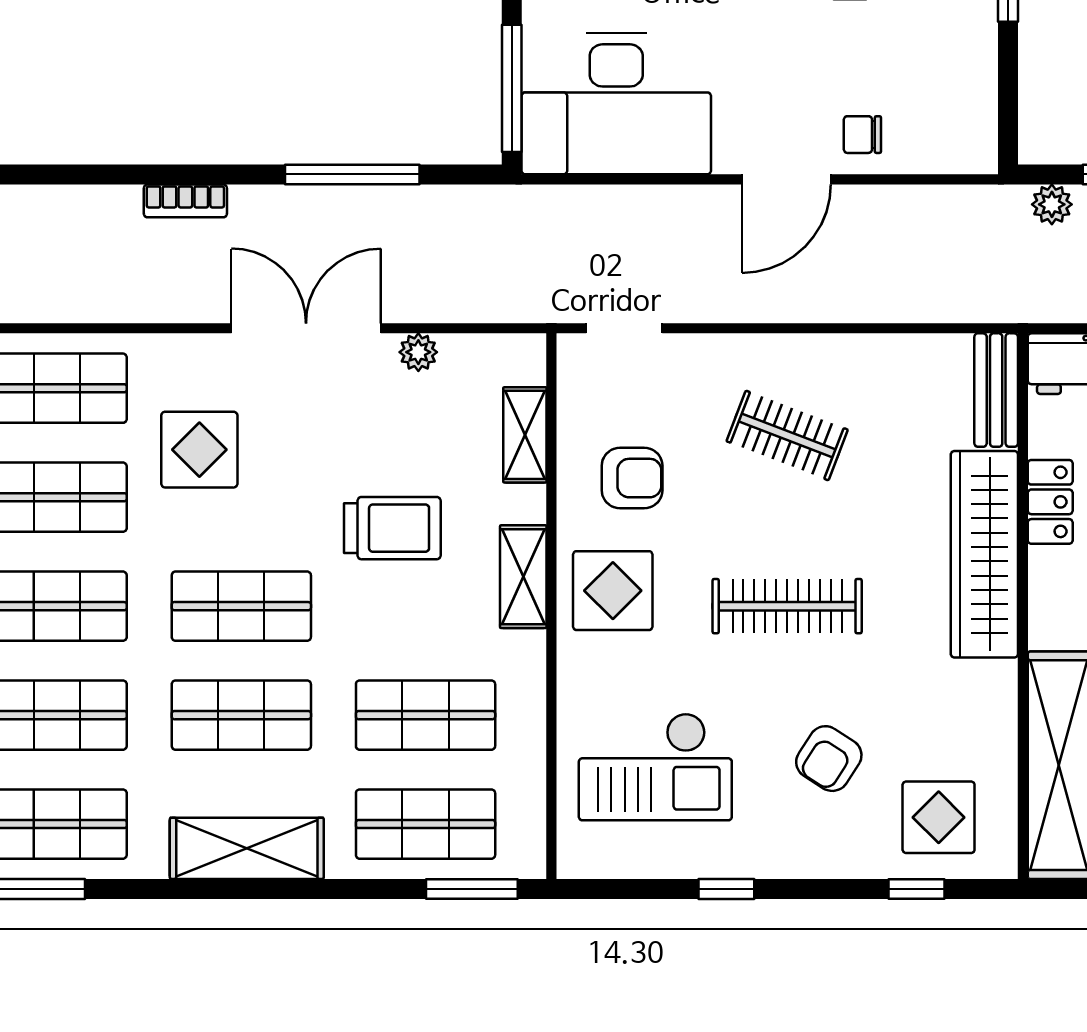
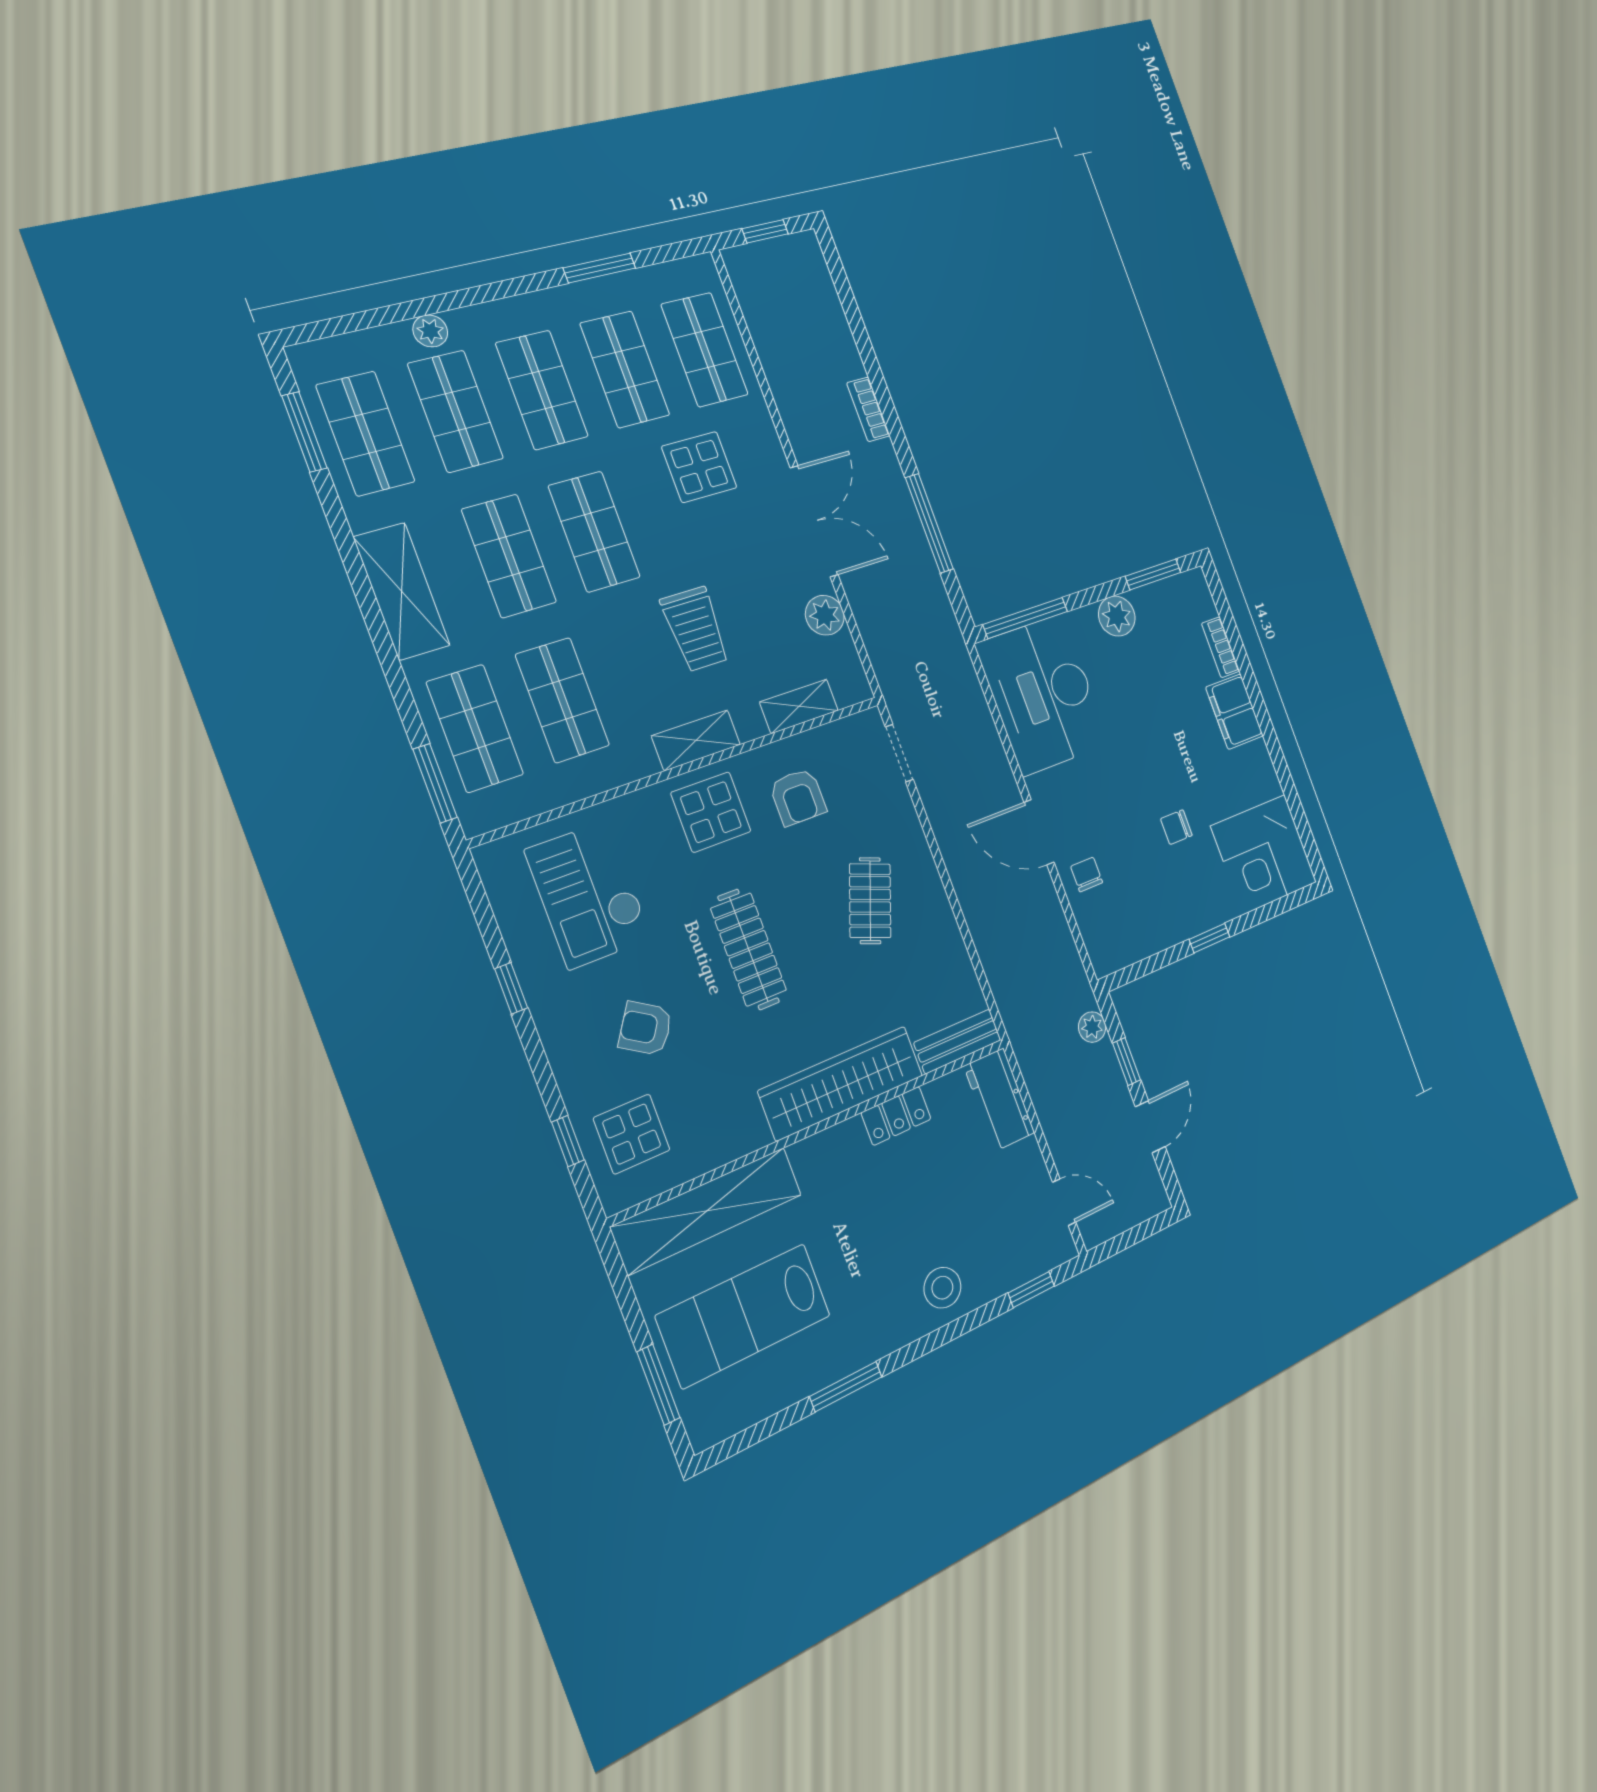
plant: (418, 352) -> (825, 615), width x1.38, depth x1.38

